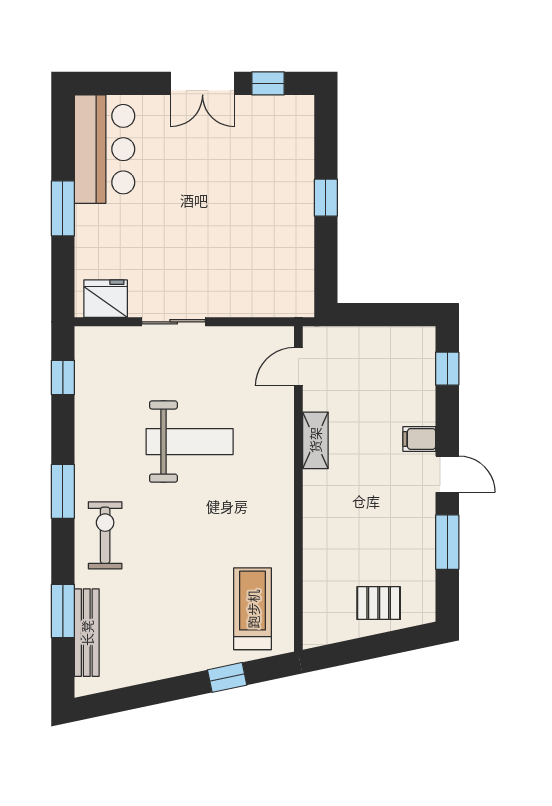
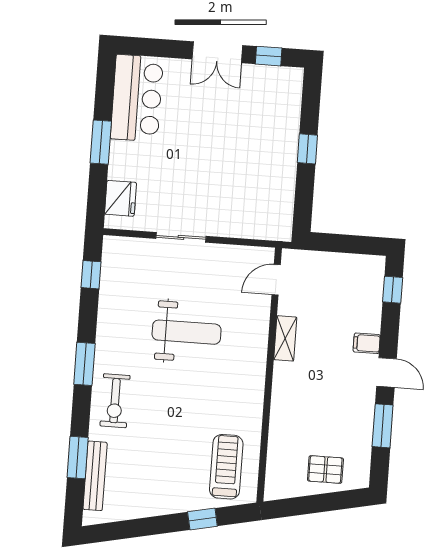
fridge: (106, 299) -> (121, 198), moved, turned 90
exercise bike: (105, 535) -> (115, 401), turned 180

